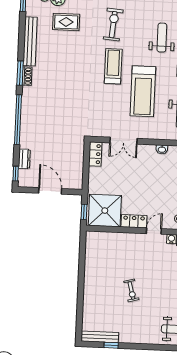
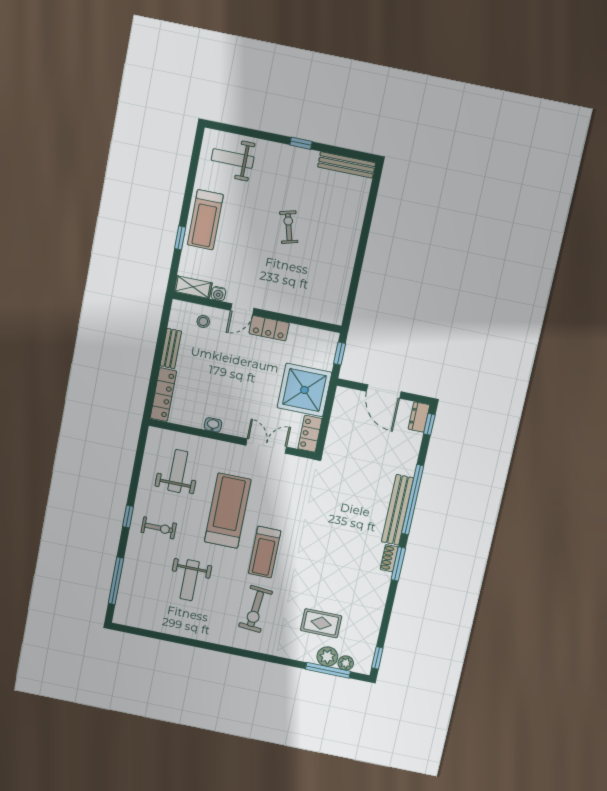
bench: (30, 41) -> (397, 510), moved
dresser: (24, 159) -> (419, 417), moved
shower: (105, 211) -> (304, 390), moved
window: (111, 345) -> (301, 143), moved

